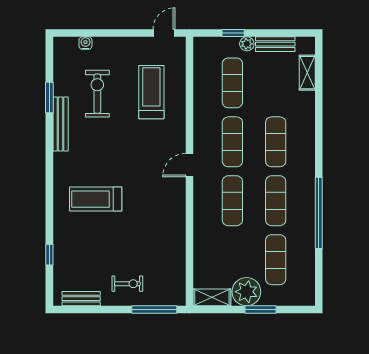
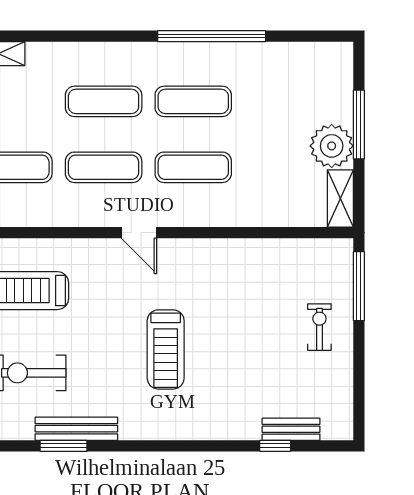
window: (49, 98) -> (64, 446), moved
treadmill: (96, 199) -> (166, 349), moved
exercise mat: (276, 260) -> (283, 101), removed
bench: (81, 299) -> (291, 429), moved, turned 90
window: (260, 310) -> (359, 125), width x1.44

